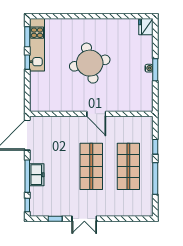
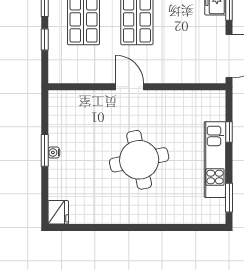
kitchen unit: (37, 45) -> (215, 160), moved
window: (27, 62) -> (229, 132), moved

